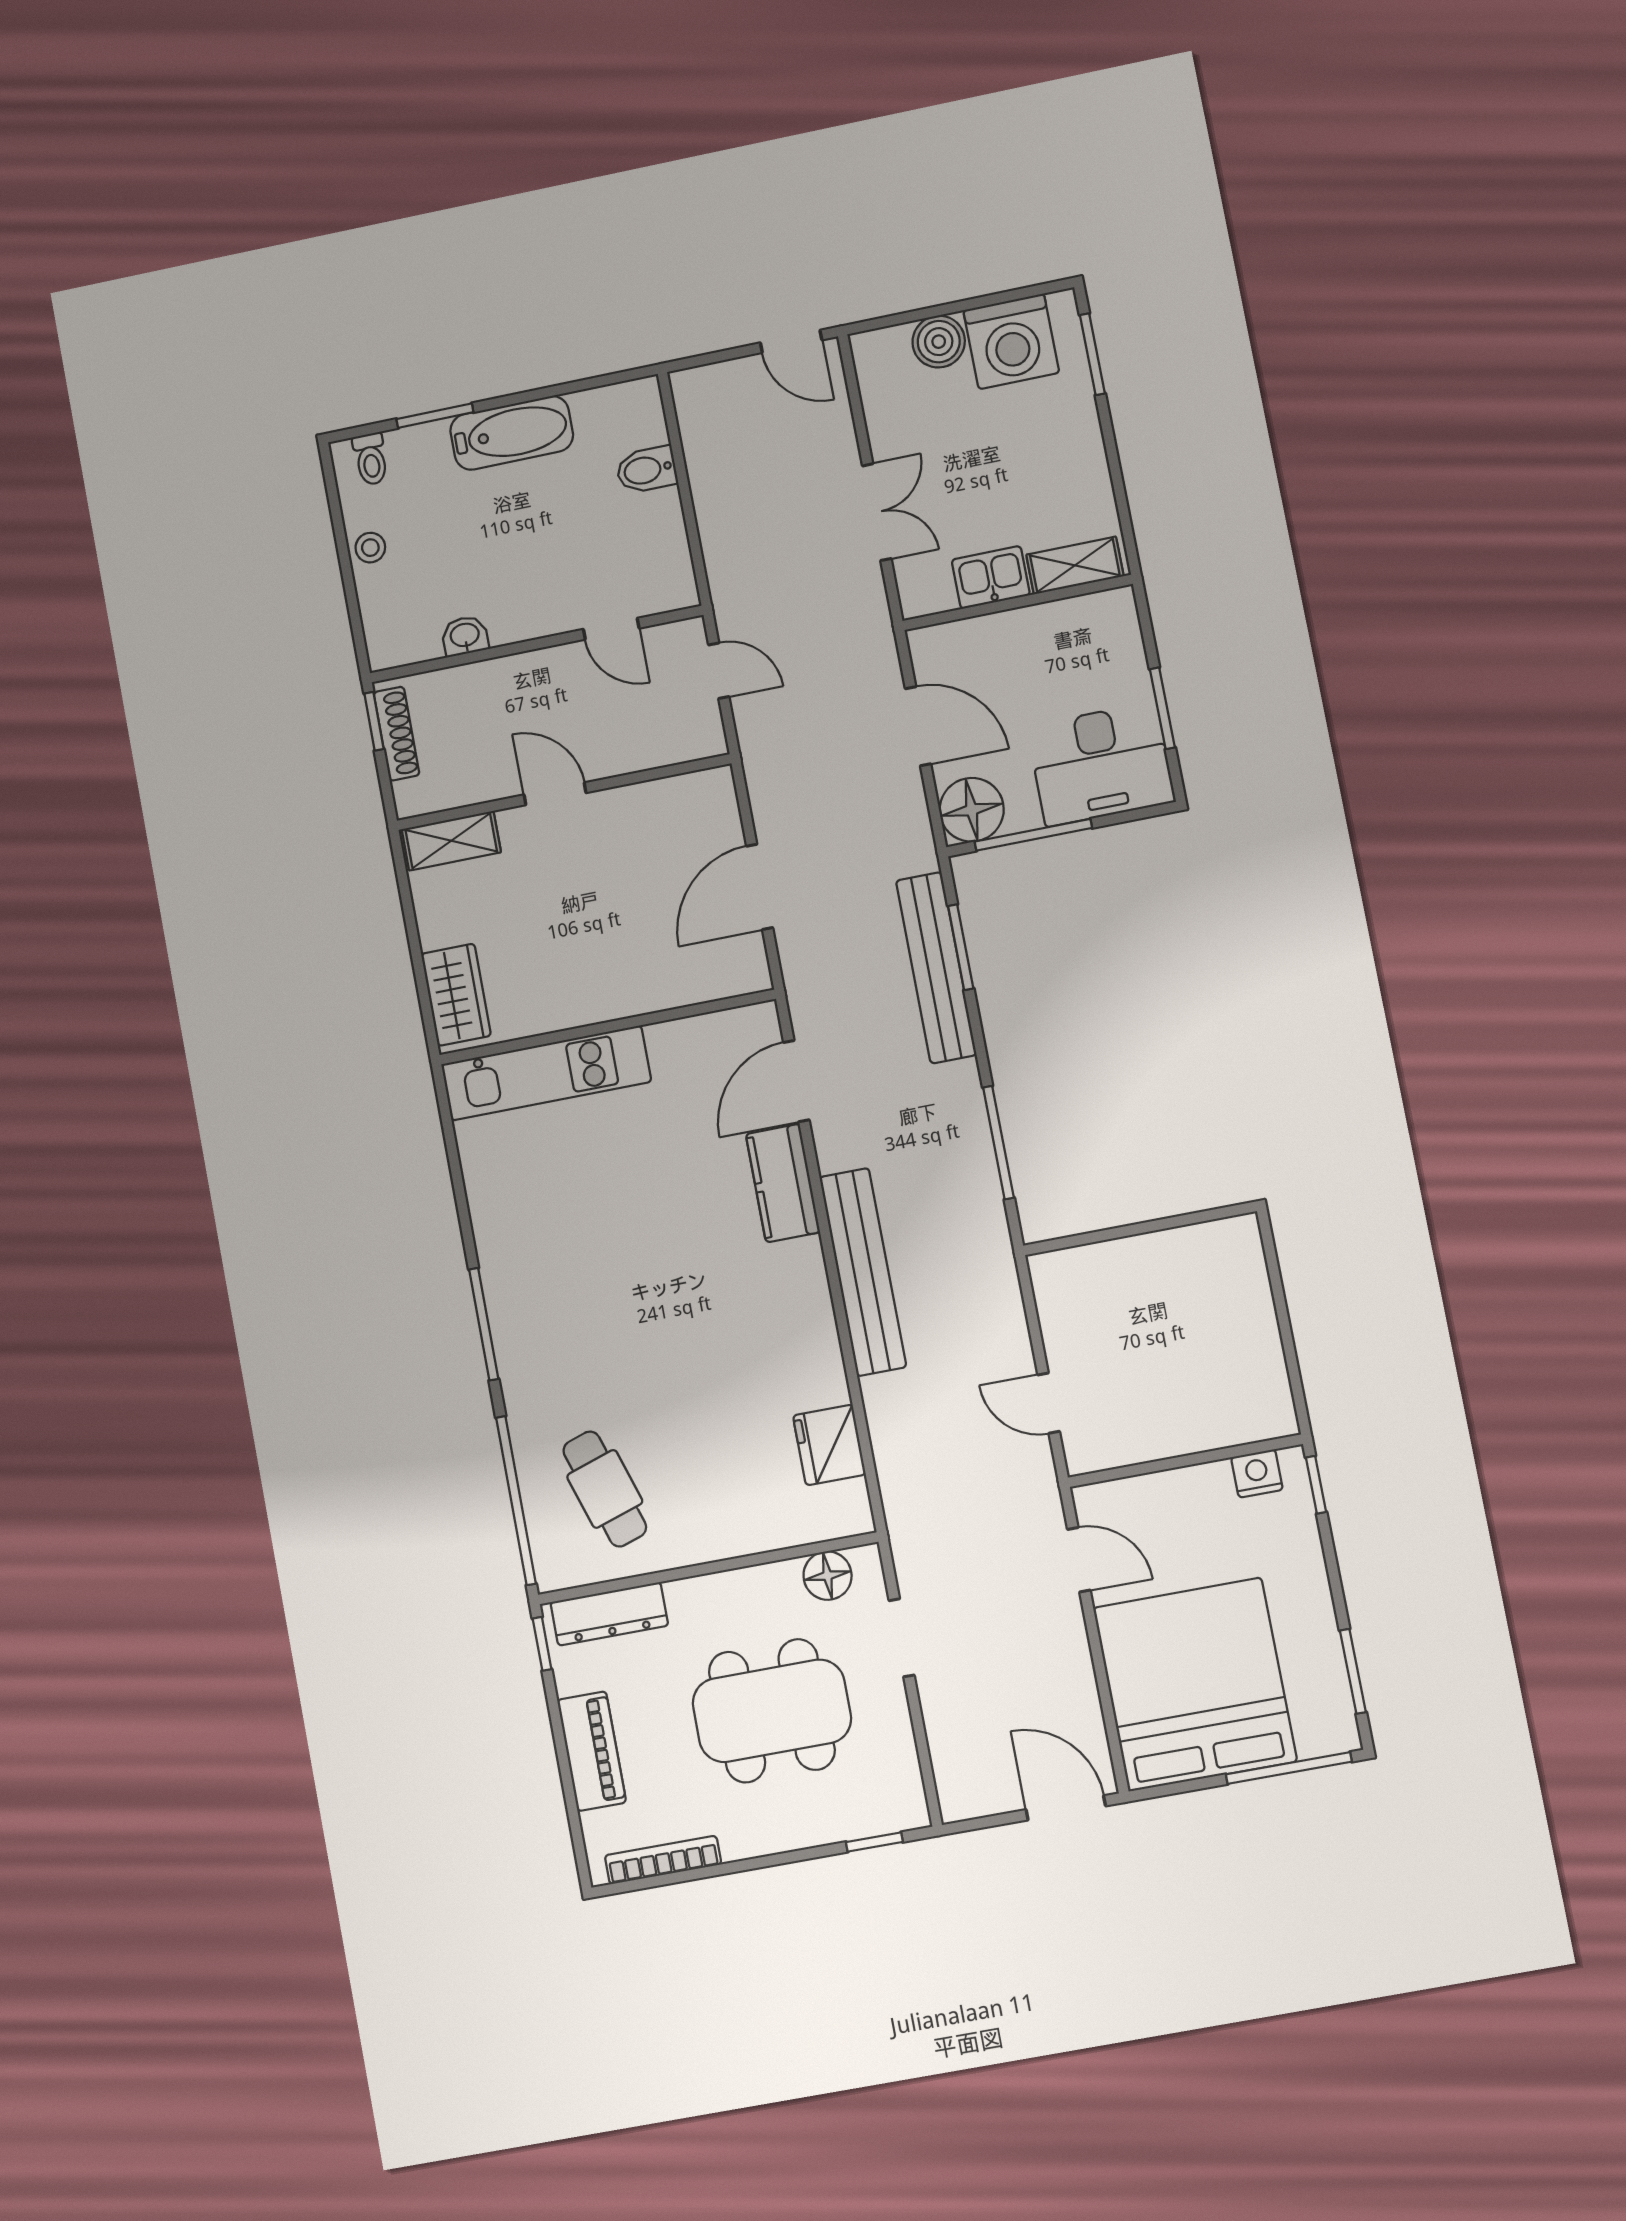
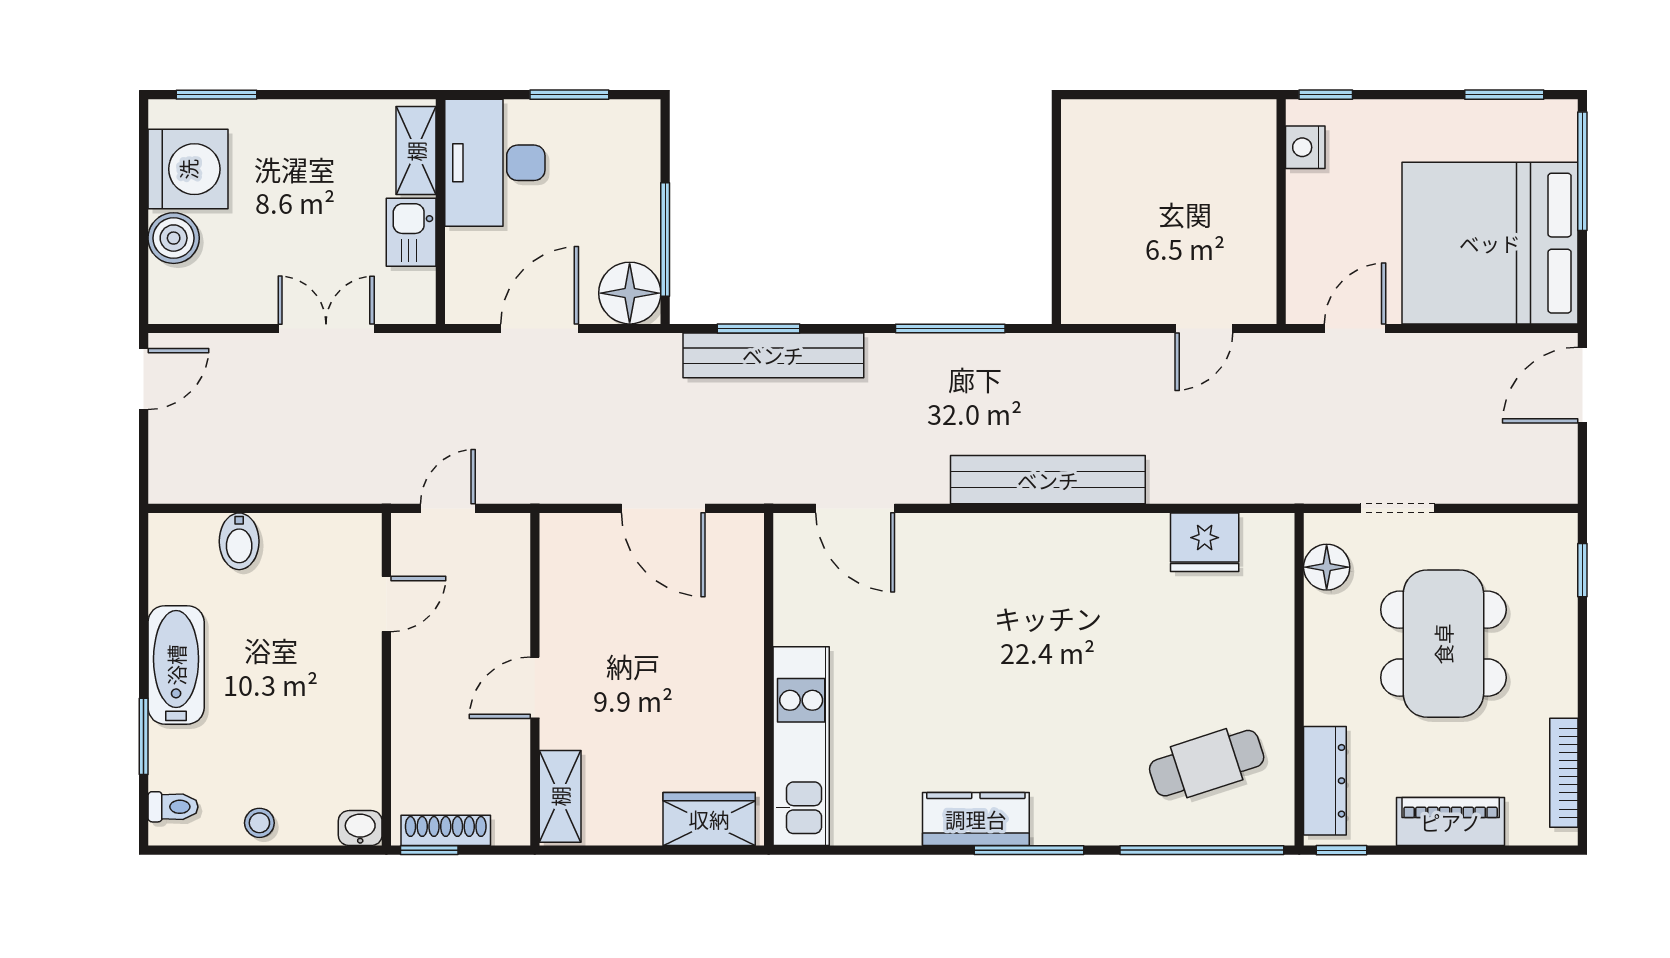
washbasin: (465, 636) -> (360, 828), moved, turned 90
desk: (1101, 764) -> (495, 163), moved, turned 180
kitchen counter: (783, 1183) -> (976, 819), moved, turned 180

